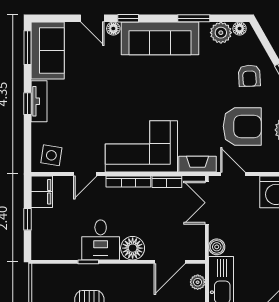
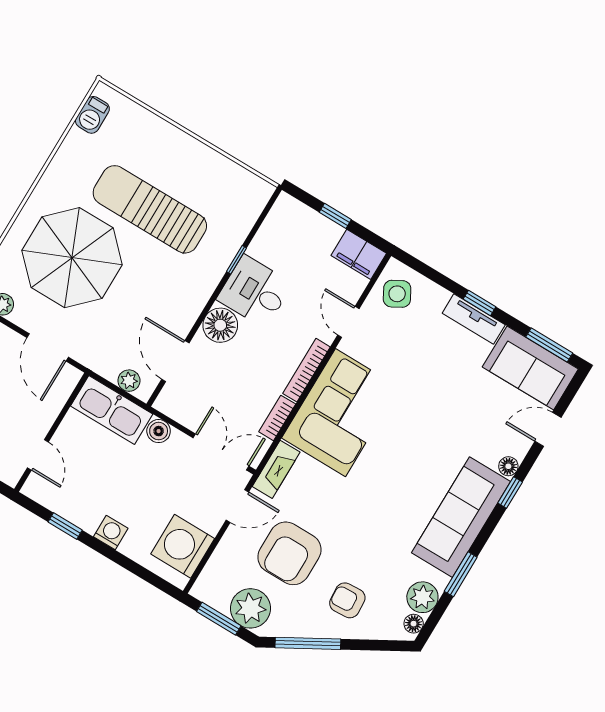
door: (92, 18) -> (548, 429), moved
side table: (51, 155) -> (397, 294), turned -38

